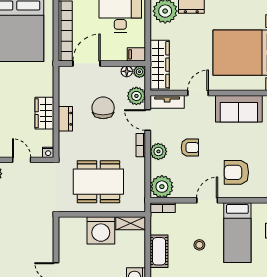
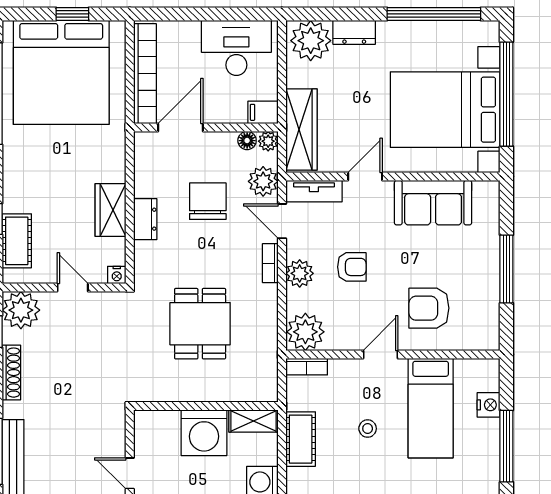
dining table: (98, 182) -> (200, 324), width x0.73
wall: (102, 214) -> (206, 406), moved
shelving: (131, 223) -> (253, 421), moved
washing machine: (101, 230) -> (204, 433), moved

